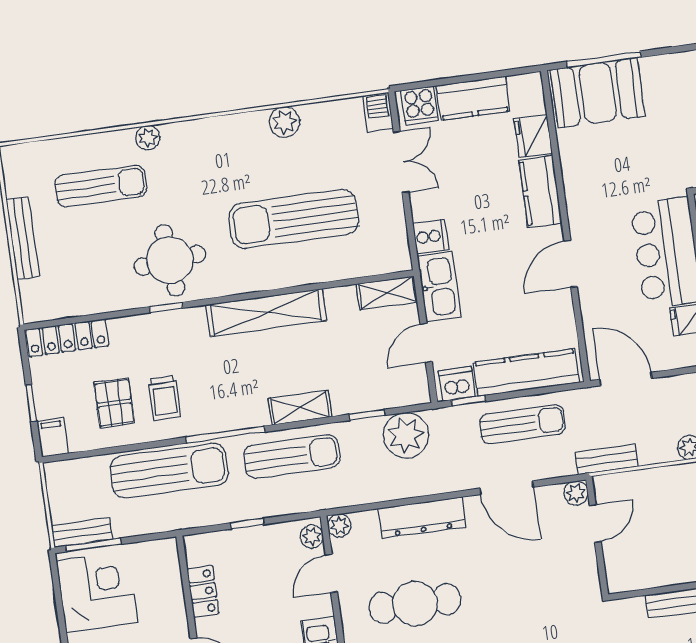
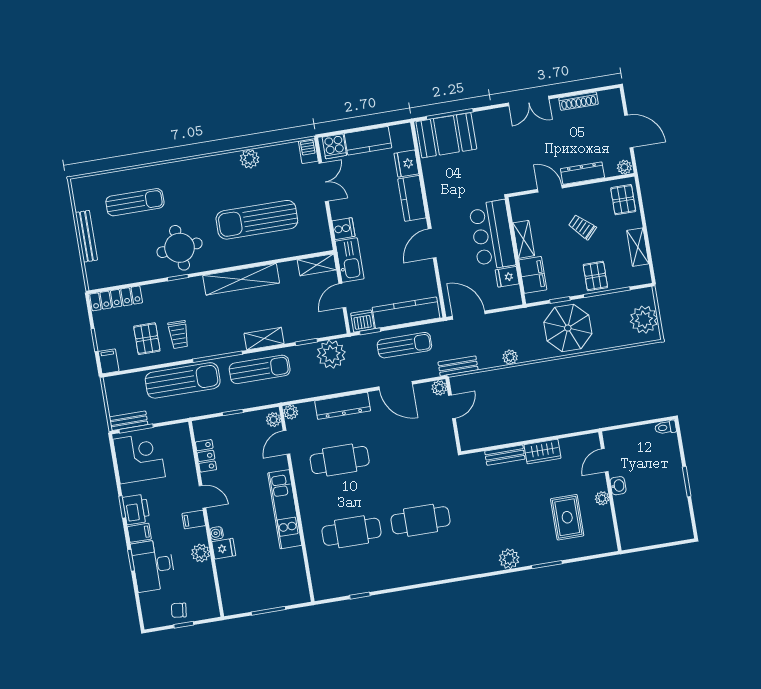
plant: (148, 138) -> (164, 171), removed

